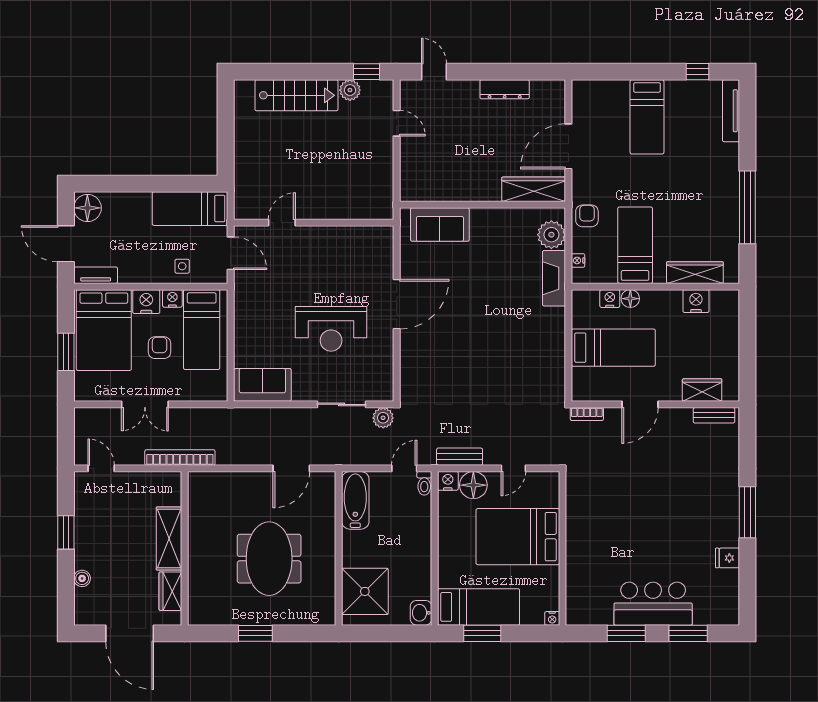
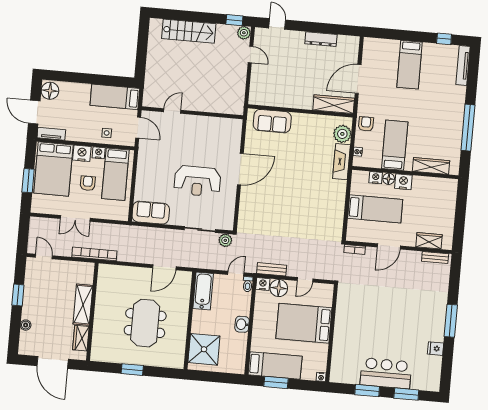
plant: (350, 90) -> (244, 33), moved
nightstand: (696, 301) -> (403, 182), moved
washbasin: (421, 613) -> (242, 324), moved

